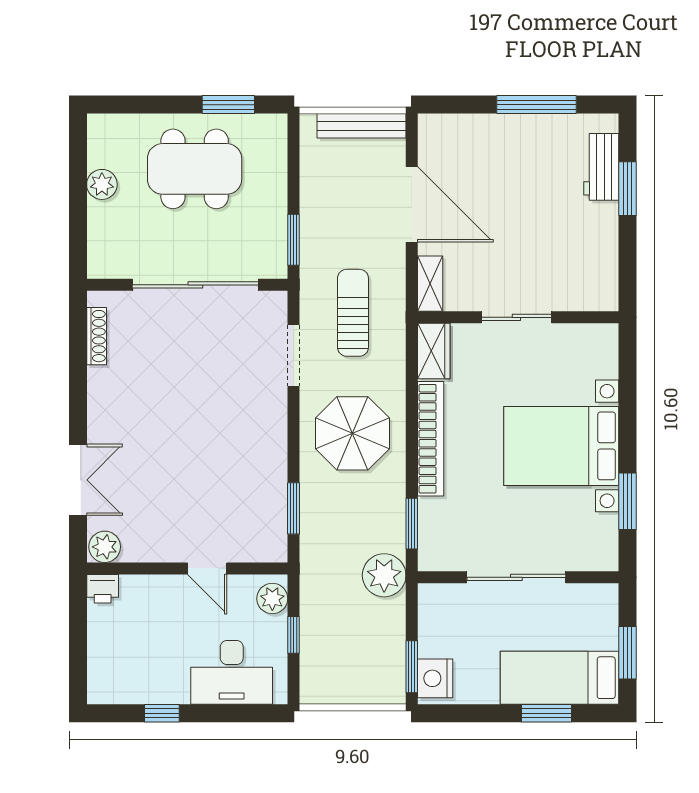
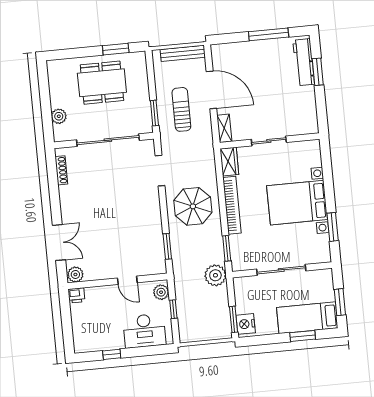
workbench: (601, 167) -> (304, 62), width x1.37
plant: (102, 184) -> (59, 116), moved
sun lounger: (353, 313) -> (181, 109), moved

